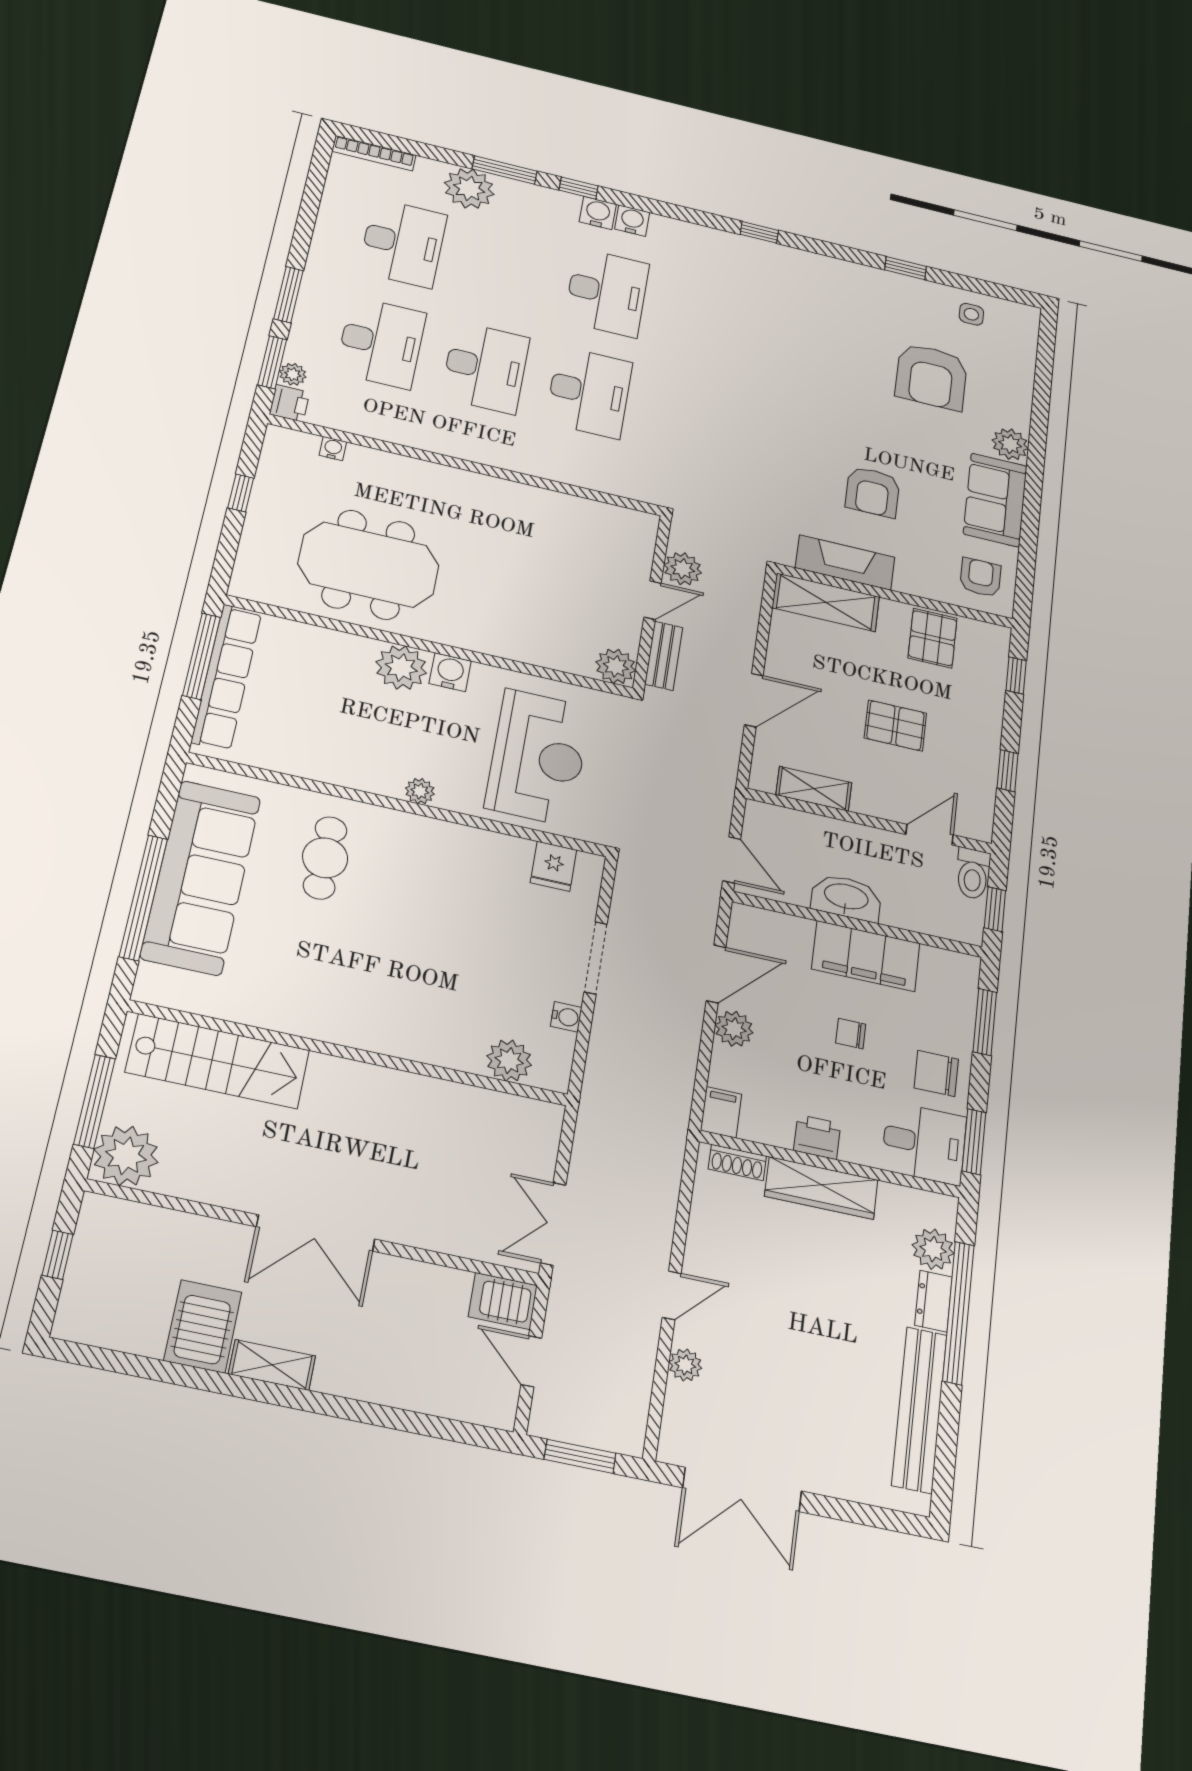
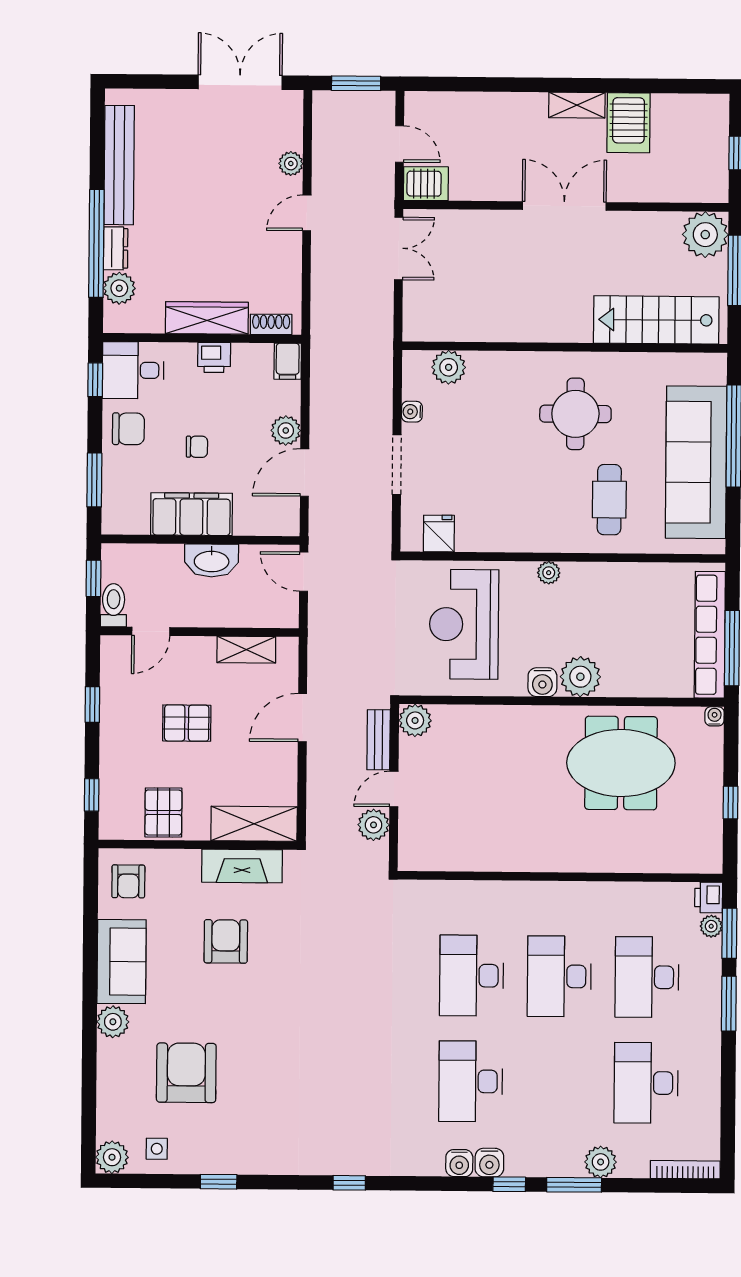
plant: (469, 188) -> (601, 1162), width x0.73, depth x0.73
plant: (1022, 318) -> (112, 1157), added
water cooler: (333, 449) -> (715, 716), moved, turned 180
round table: (350, 969) -> (575, 414), added
window: (974, 1142) -> (95, 380), width x0.67

